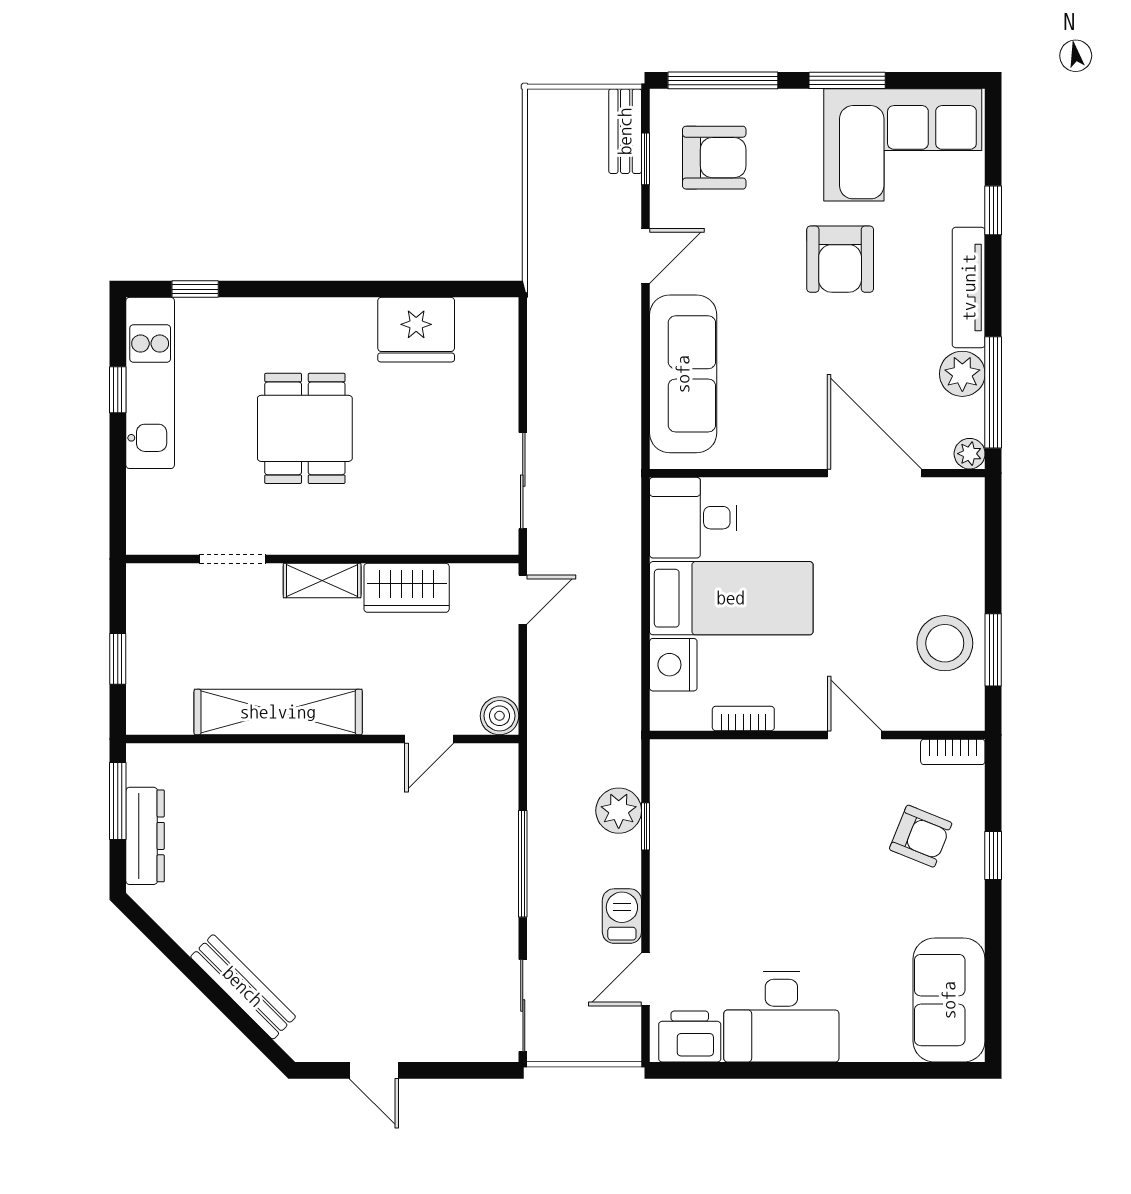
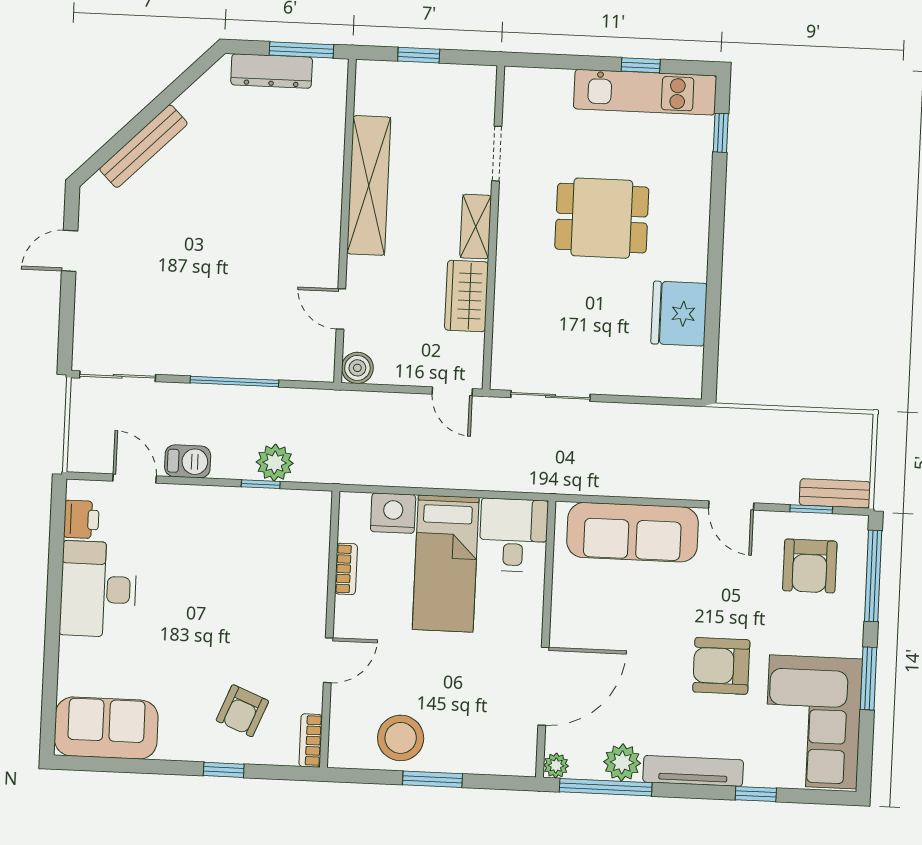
window: (993, 650) -> (432, 779), moved
printer: (690, 1037) -> (81, 519), width x0.73, depth x0.81

